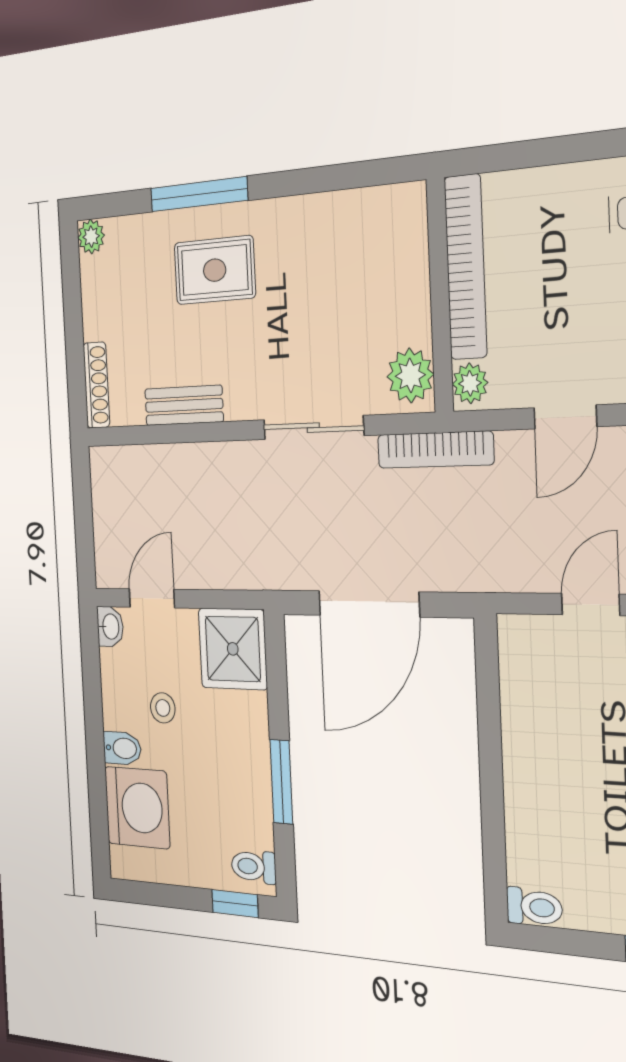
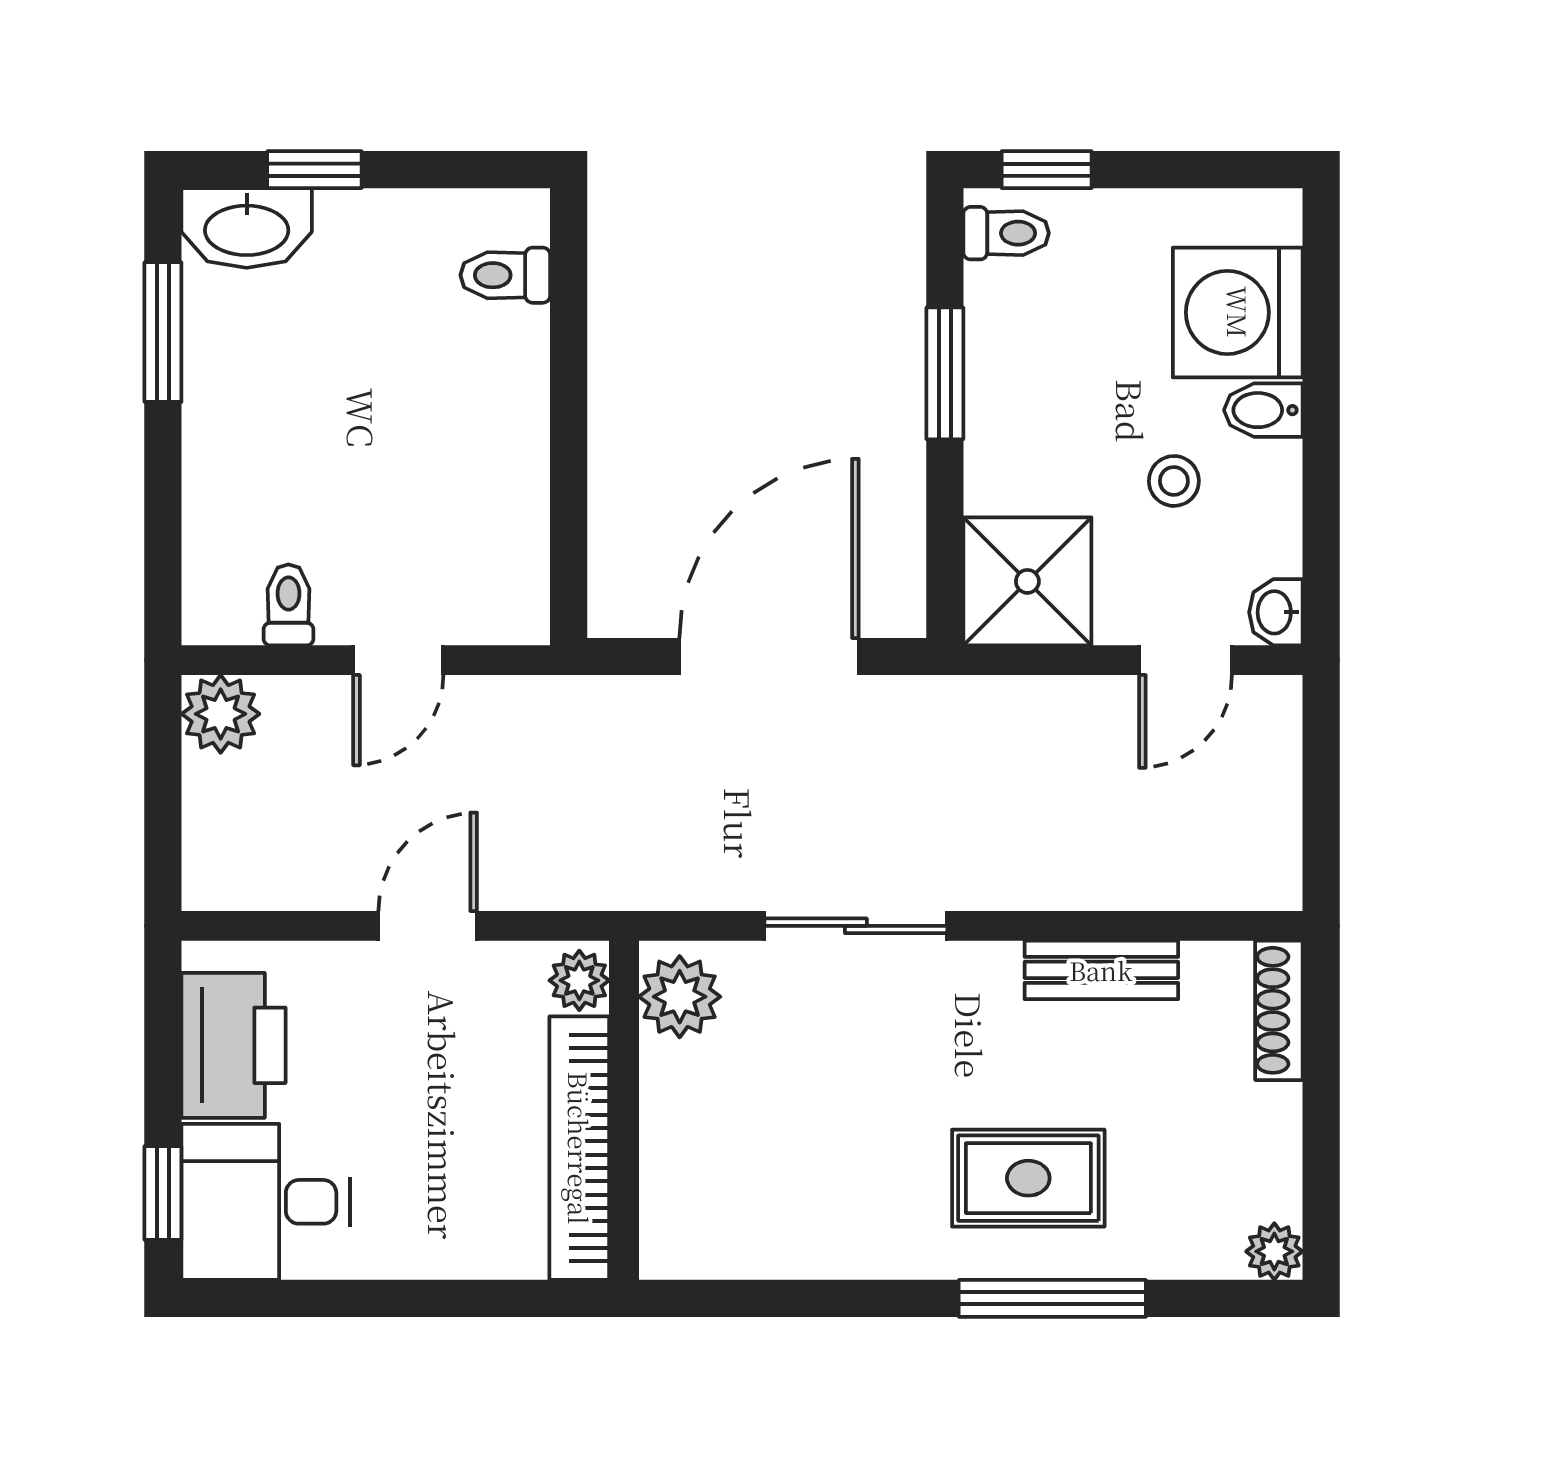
bookcase: (435, 450) -> (642, 886), removed
toilet: (534, 907) -> (505, 275), moved

